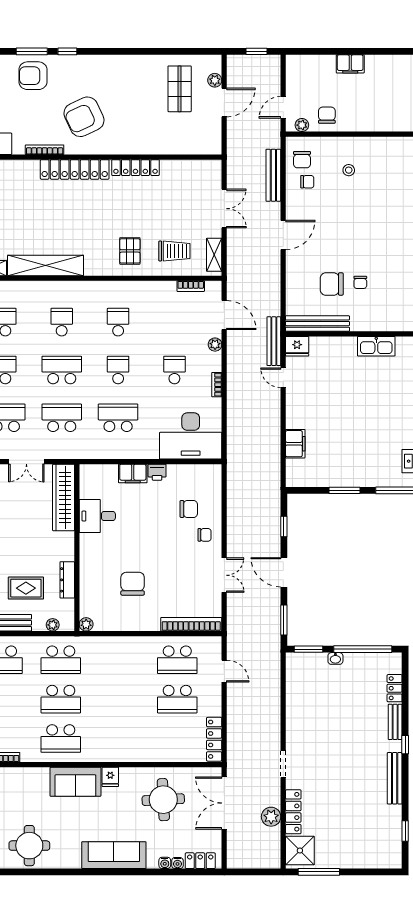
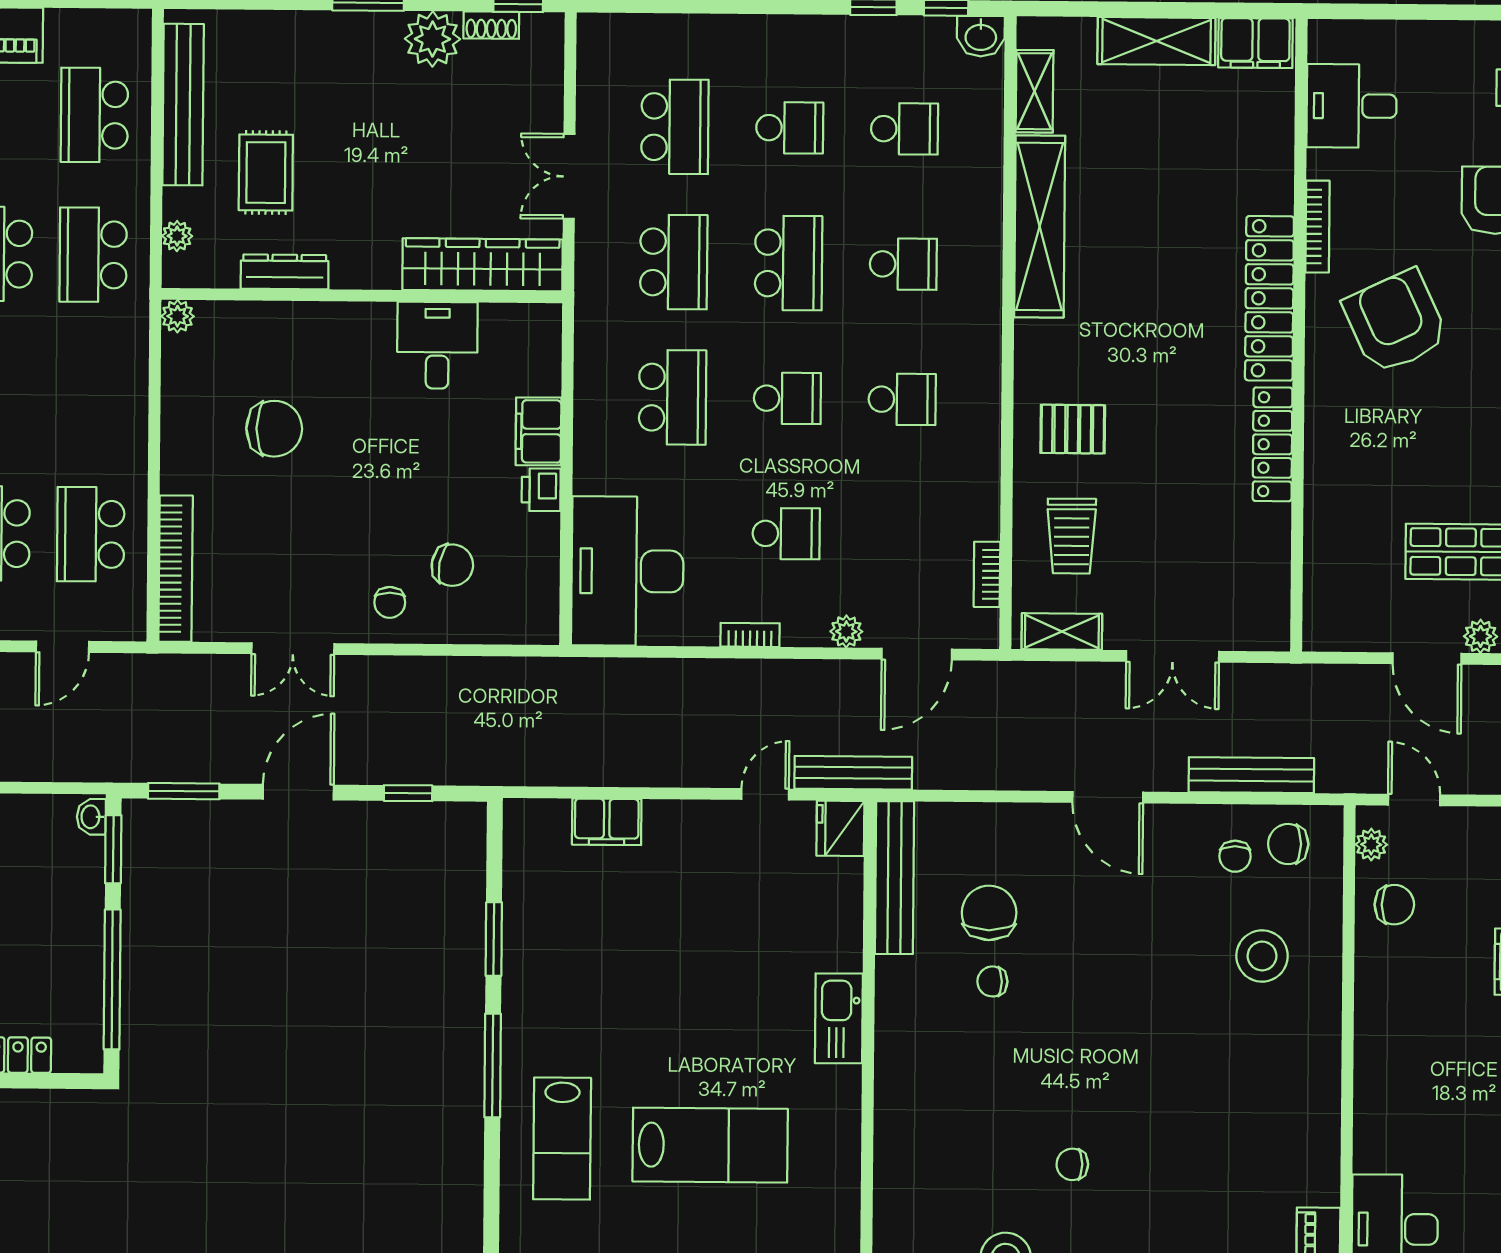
stool: (349, 170) -> (1262, 956), width x1.89, depth x1.89
chair: (189, 509) -> (452, 565), turned -79
washbasin: (335, 658) -> (91, 817), moved

